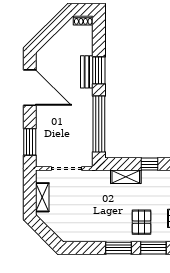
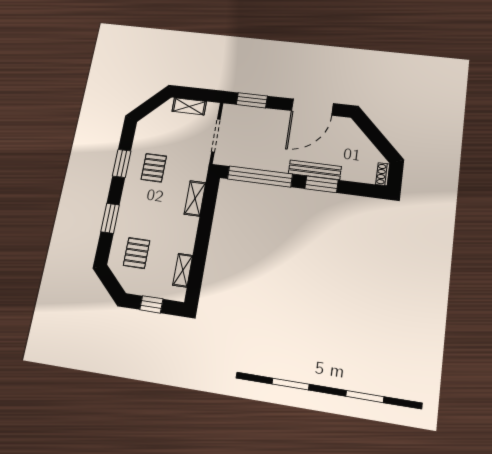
bench: (87, 72) -> (315, 170), width x1.36
window: (149, 164) -> (205, 227), removed
pallet: (142, 222) -> (154, 168), moved, turned 90
window: (119, 248) -> (122, 163), moved

